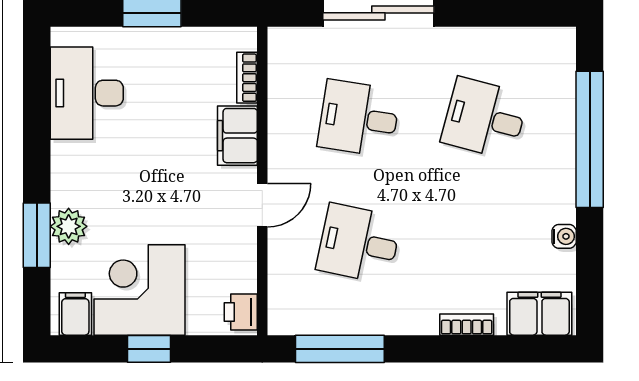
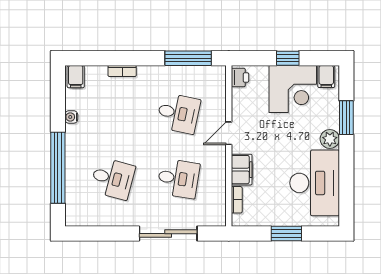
desk: (87, 93) -> (315, 183), width x1.36, depth x1.30
plant: (69, 226) -> (330, 139), moved
filing cabinet: (539, 314) -> (76, 77), width x0.50

